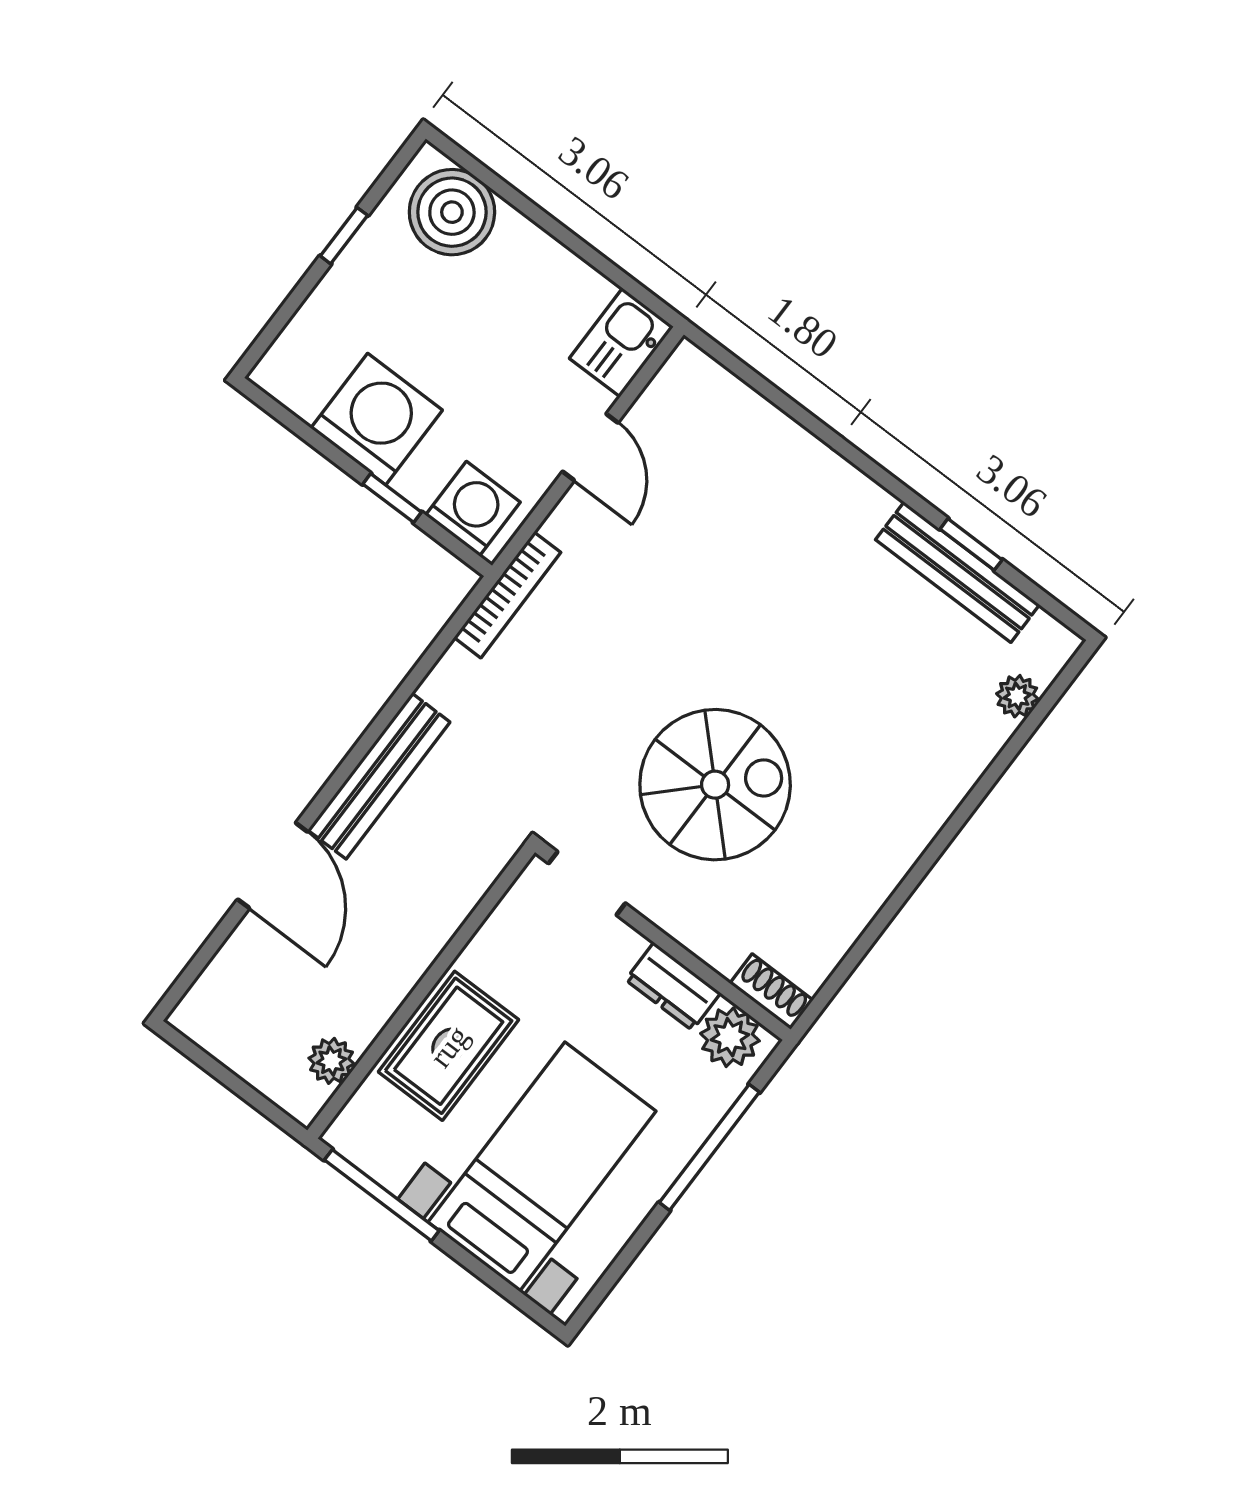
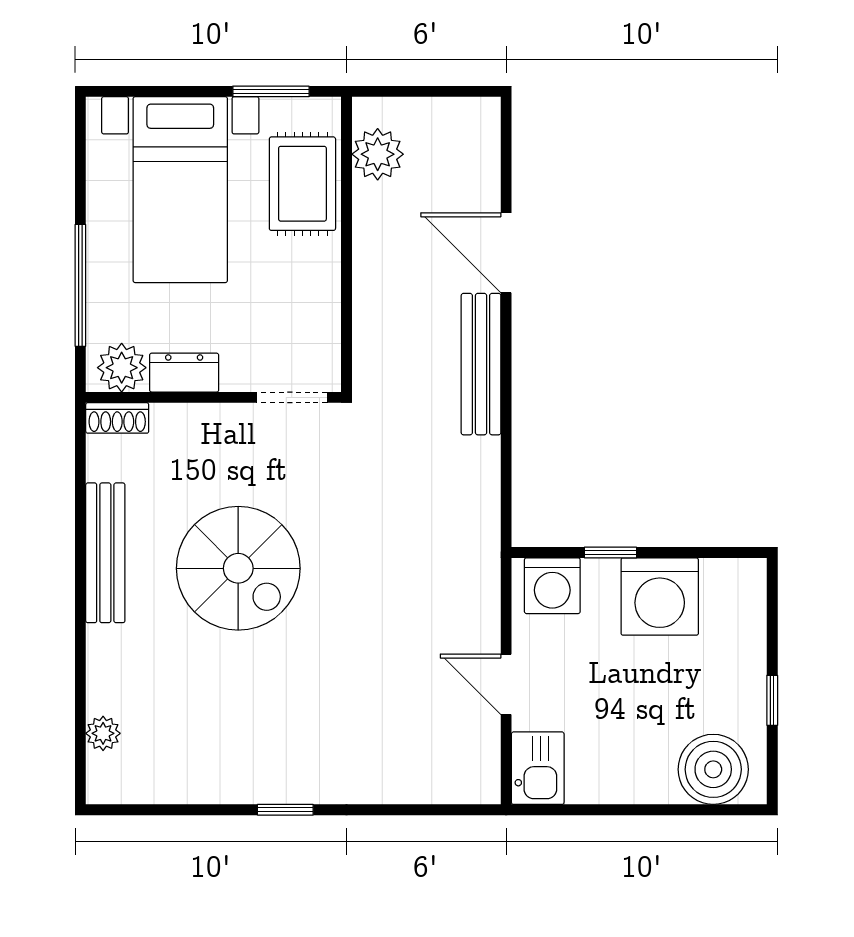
window: (971, 544) -> (285, 810), moved
bench: (958, 572) -> (105, 553), moved, turned 90
bookcase: (507, 595) -> (487, 546), removed
spiral stairs: (715, 785) -> (238, 568), moved, turned -90
rug: (449, 1046) -> (302, 184), moved
plant: (331, 1061) -> (378, 154), width x1.38, depth x1.38
window: (382, 1195) -> (271, 91), width x0.69

